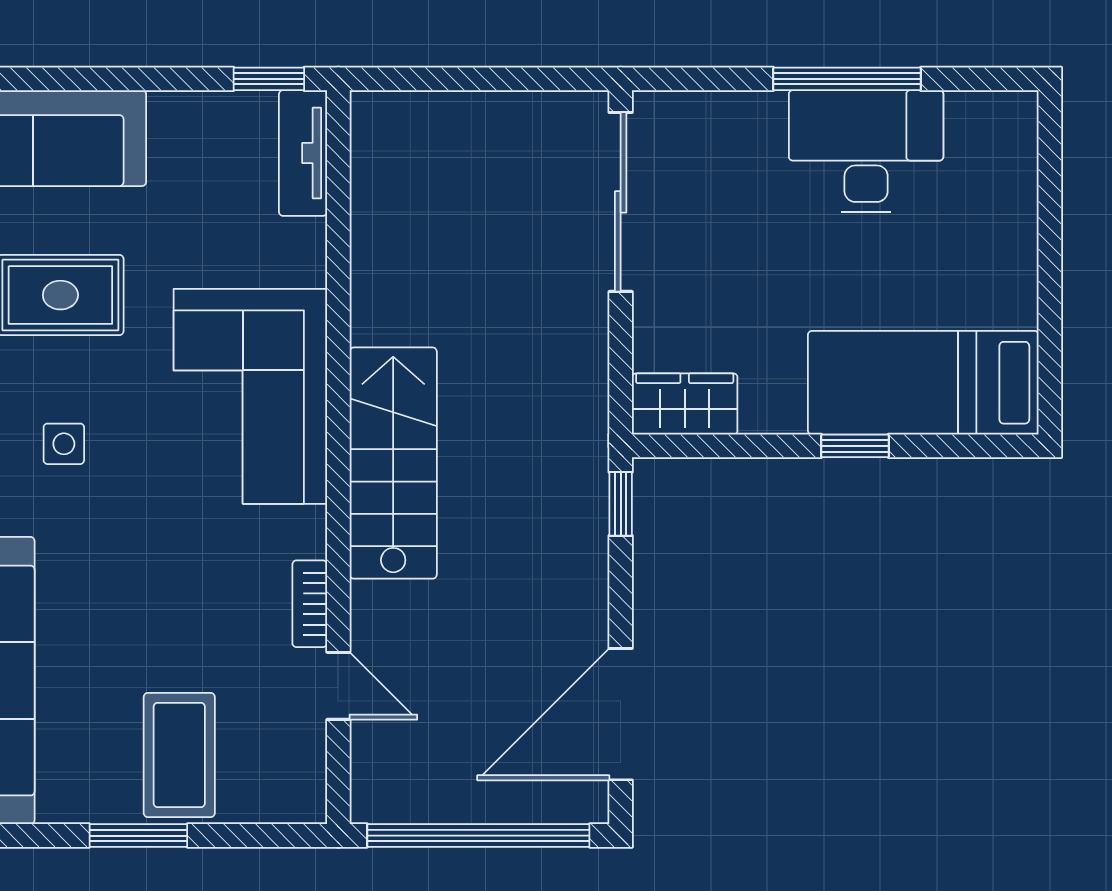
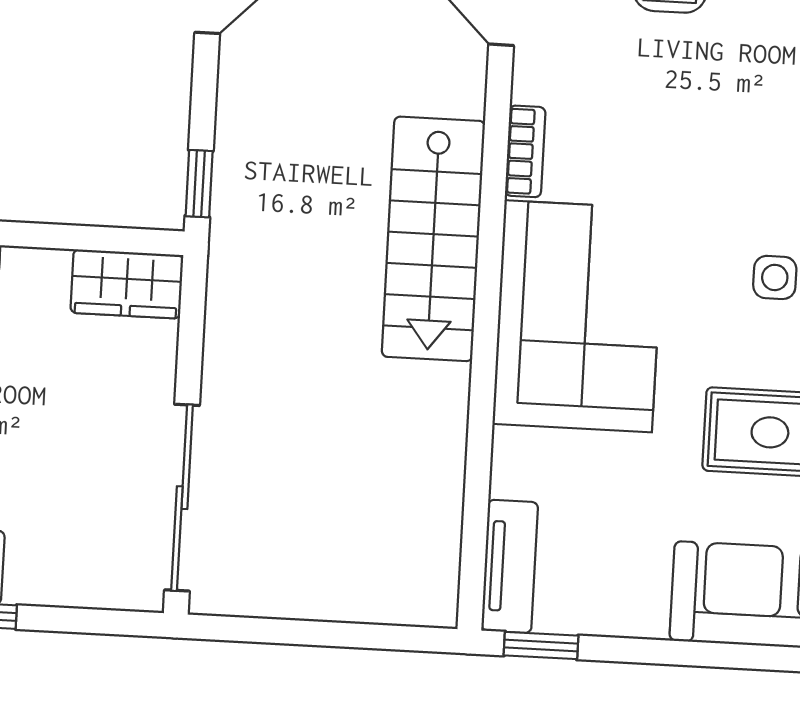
bookcase: (310, 604) -> (525, 151), moved

